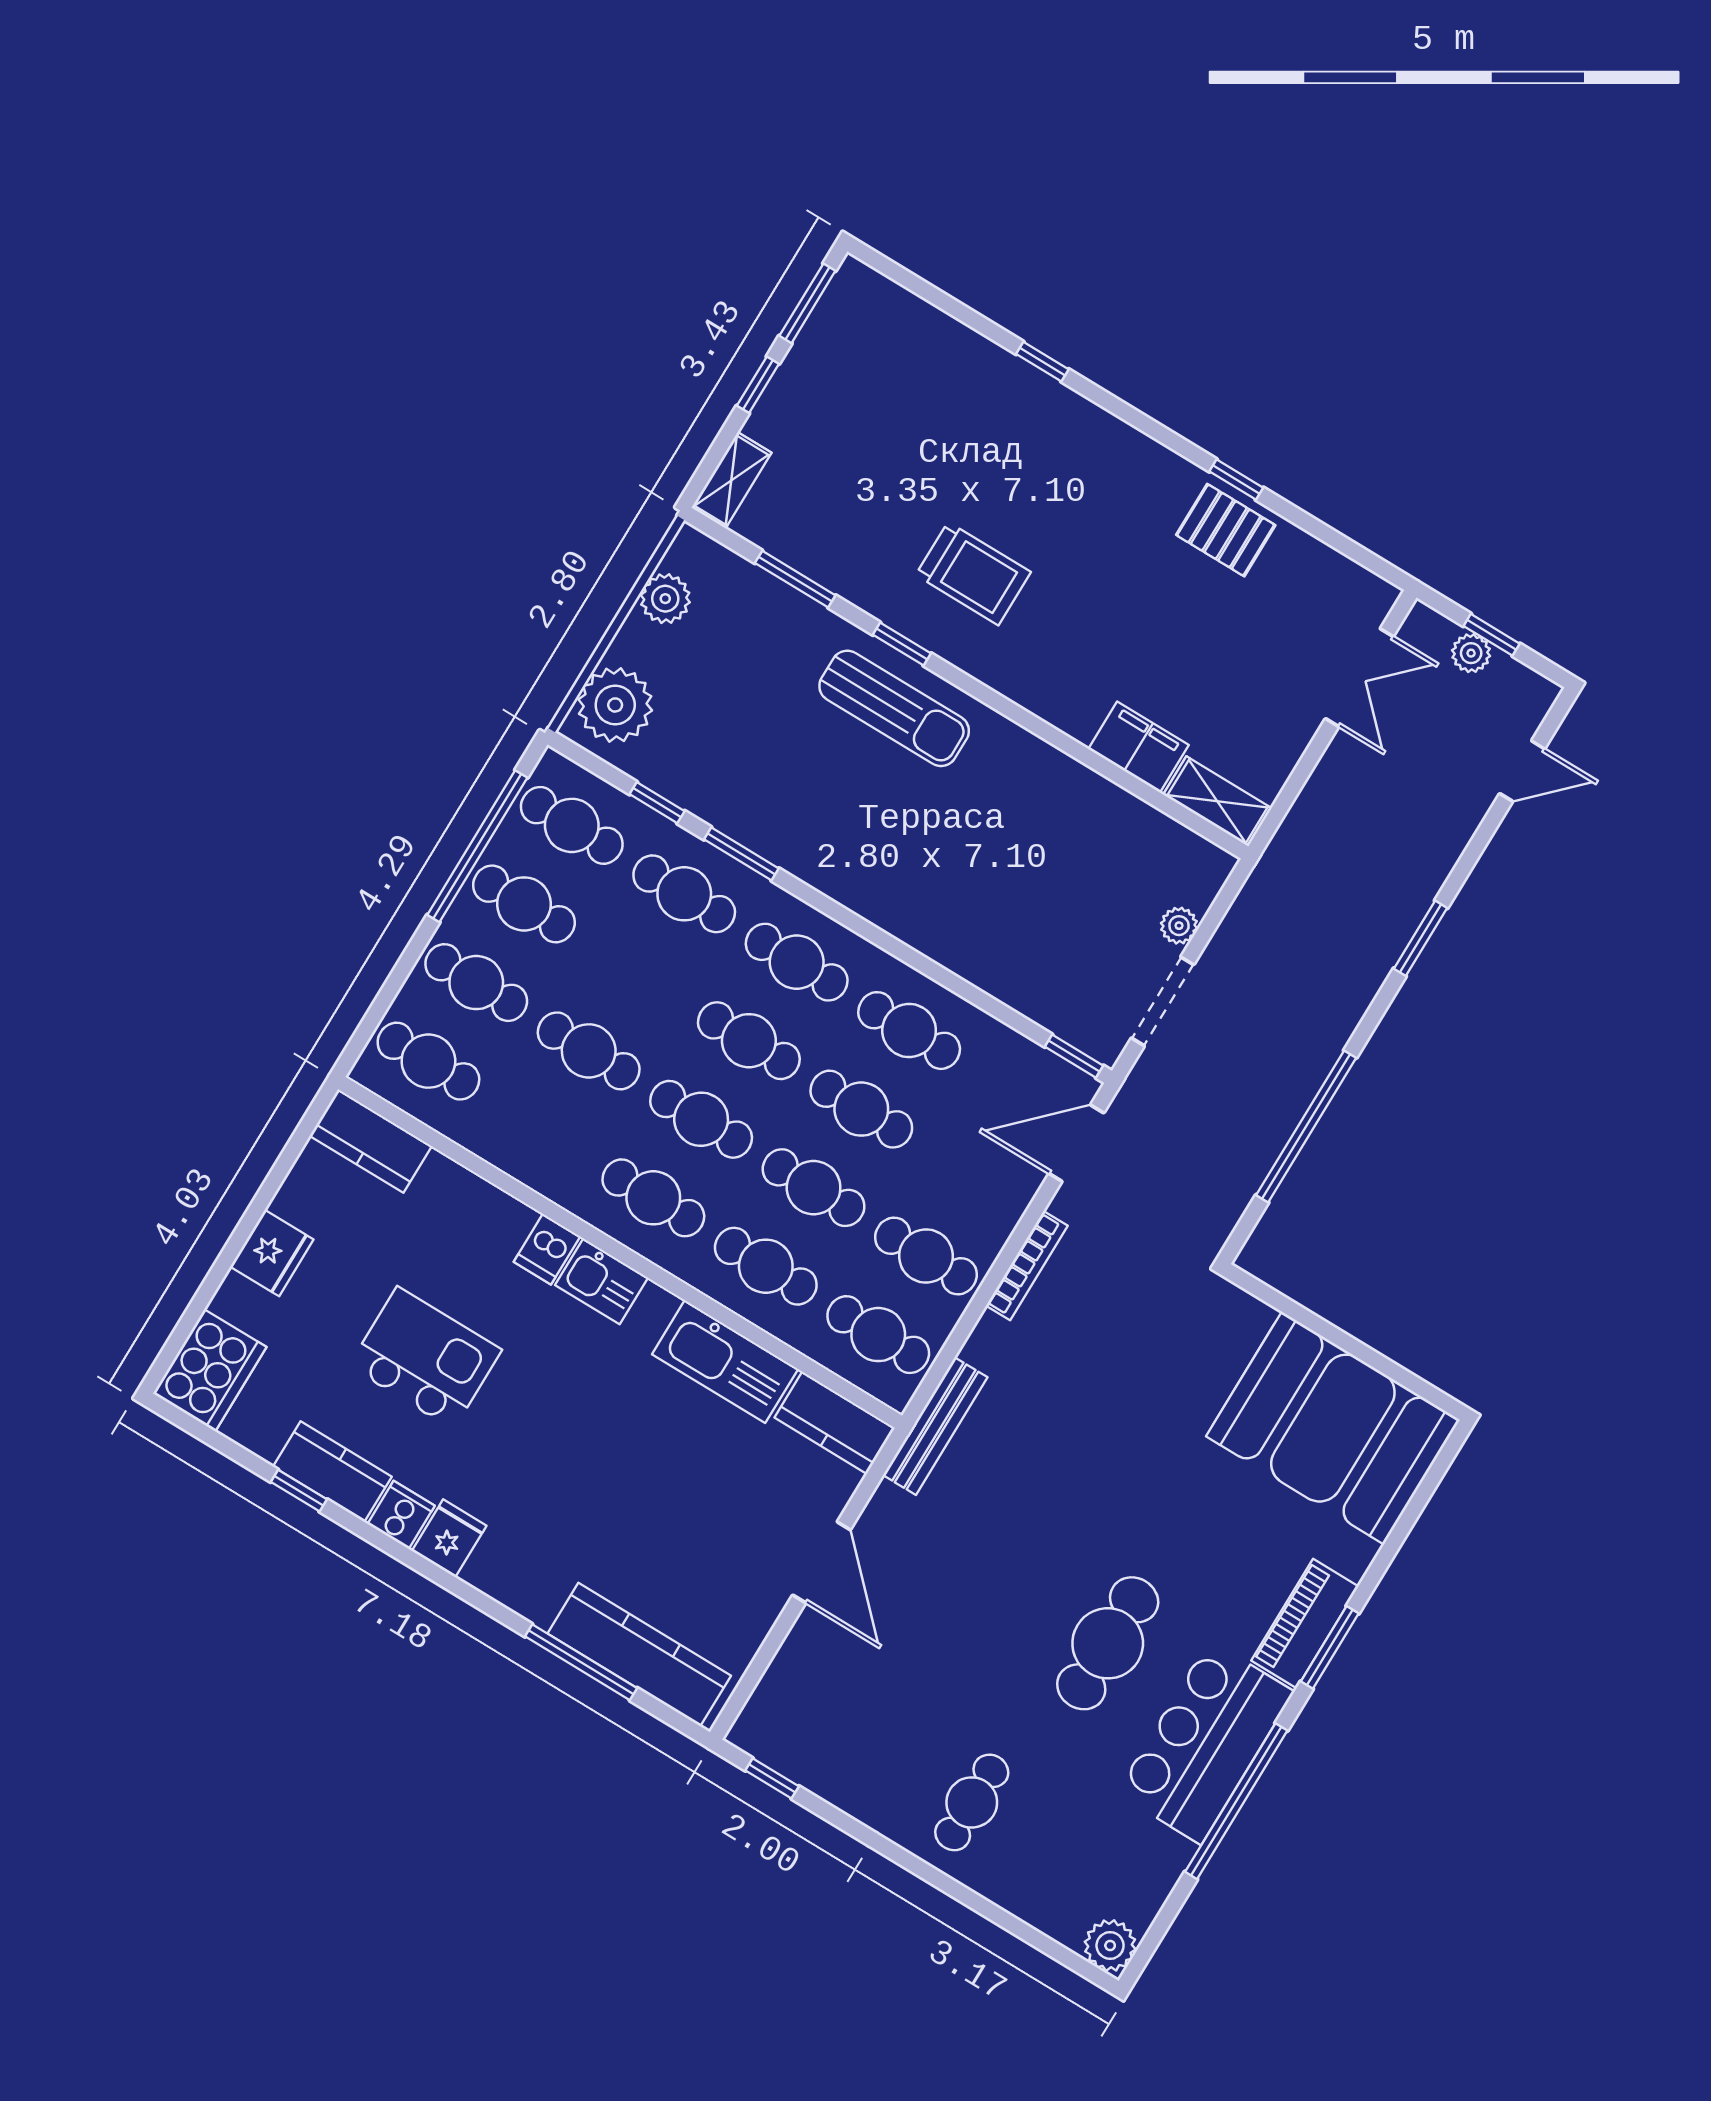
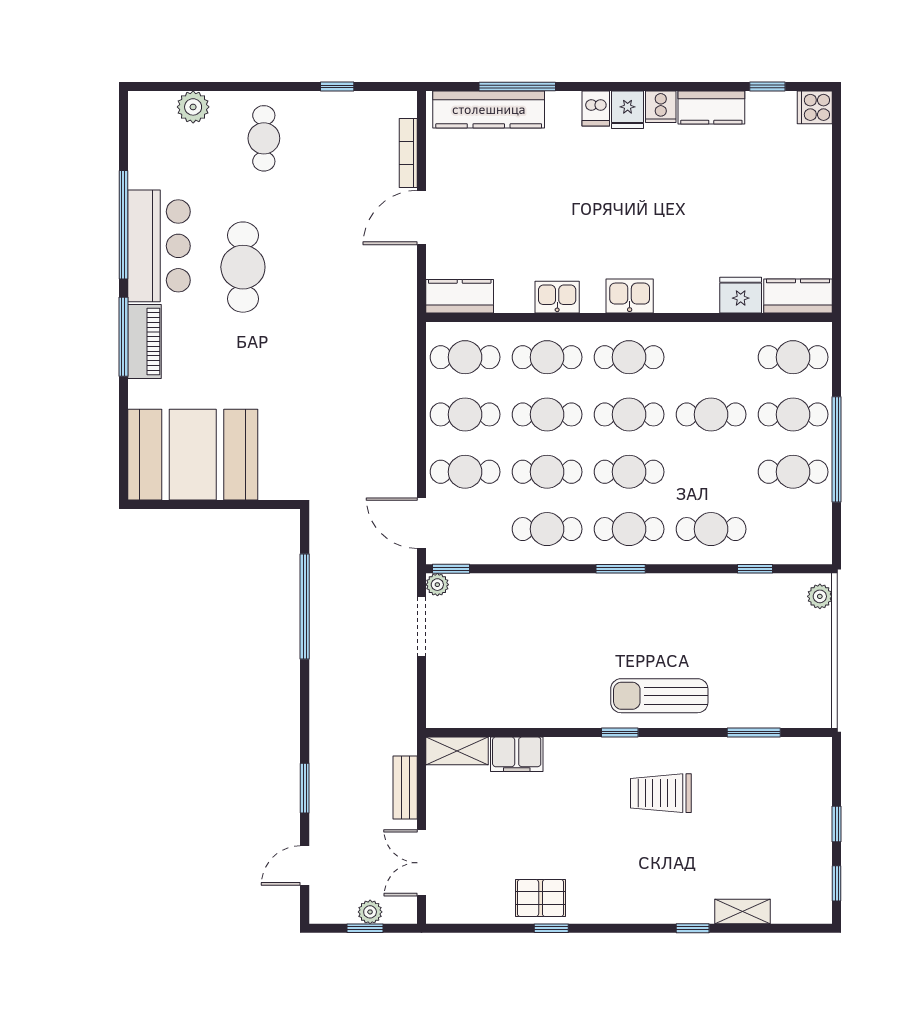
window: (807, 303) -> (837, 883), width x0.67
shelving: (731, 480) -> (743, 911), moved, turned 90
plant: (665, 599) -> (817, 680), removed
window: (902, 644) -> (620, 732), moved
plant: (615, 705) -> (820, 596), width x0.53, depth x0.53
cafe table: (572, 825) -> (465, 472), moved
window: (477, 846) -> (837, 449), moved
window: (741, 854) -> (621, 569), moved
plant: (1179, 926) -> (437, 585), moved
window: (1420, 938) -> (305, 788), moved
door: (1076, 1143) -> (422, 523), swing flipped
dishwasher: (547, 1249) -> (596, 108), moved, turned 180
fridge: (272, 1253) -> (741, 295), moved, turned 90
bookcase: (1027, 1266) -> (408, 153), moved
kitchen island: (425, 1358) -> (699, 198), removed
kitchen sink: (725, 1362) -> (557, 297), width x0.53, depth x0.81
cooker: (210, 1370) -> (815, 107), width x0.53, depth x0.76
bench: (935, 1426) -> (405, 788), moved, width x0.73
window: (299, 1491) -> (767, 87), moved
door: (821, 1562) -> (422, 217), hinge flipped
window: (1330, 1647) -> (123, 337), width x1.44
window: (772, 1778) -> (337, 87), moved
plant: (1110, 1945) -> (193, 107), moved

